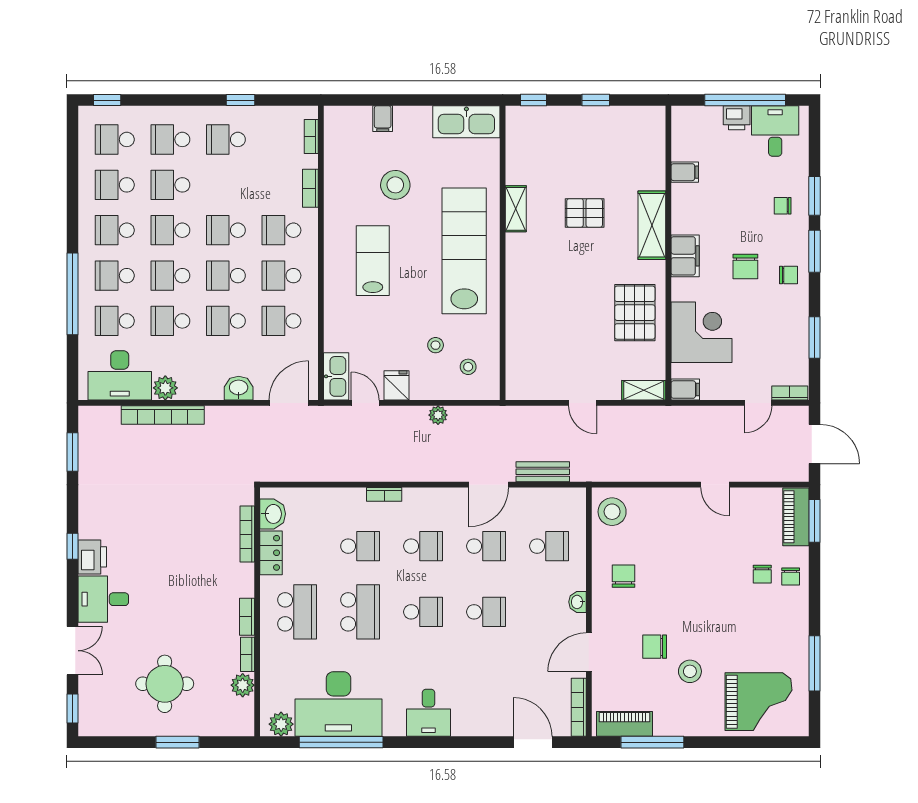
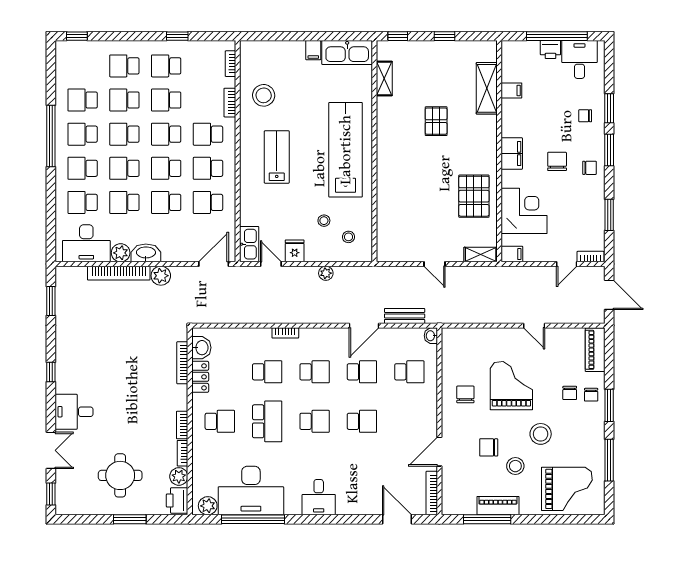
filing cabinet: (383, 119) -> (313, 50), moved
school desk: (115, 139) -> (166, 100), moved
stool: (395, 185) -> (264, 95), moved
shelving: (516, 209) -> (384, 78), moved
pallet: (585, 213) -> (436, 121), turned 90
shelving: (652, 225) -> (487, 88), moved
chair: (745, 267) -> (557, 161), turned 180
window: (72, 294) -> (51, 136), moved
washbasin: (239, 388) -> (146, 253), moved, width x1.38
plant: (219, 418) -> (161, 276), added
stool: (612, 512) -> (541, 434), moved
window: (815, 521) -> (609, 405), moved
printer: (92, 557) -> (177, 500), moved, turned 180
grand piano: (685, 565) -> (511, 386), added
washbasin: (578, 602) -> (431, 336), moved
school desk: (297, 612) -> (220, 421), width x0.54
piano: (624, 724) -> (498, 506), moved

